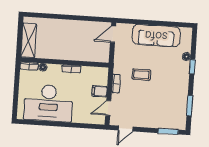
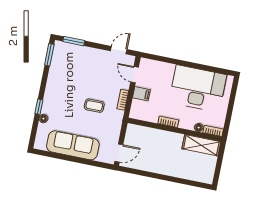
shelving: (29, 40) -> (201, 145), moved, turned 90
window: (190, 106) -> (49, 55), moved
door: (108, 108) -> (135, 75), swing flipped

